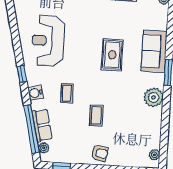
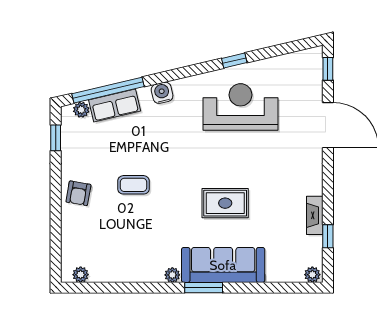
sofa: (154, 51) -> (223, 265), width x1.36
window: (22, 74) -> (234, 61), moved
coffee table: (67, 93) -> (164, 139), removed
plant: (154, 97) -> (172, 275), width x0.53, depth x0.53

